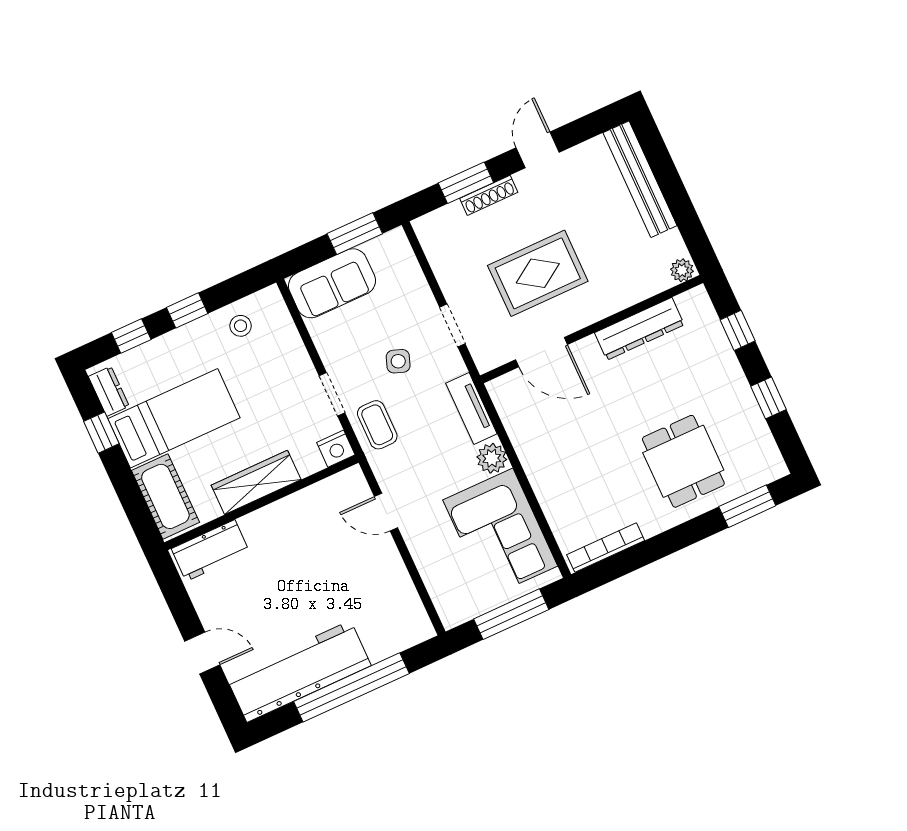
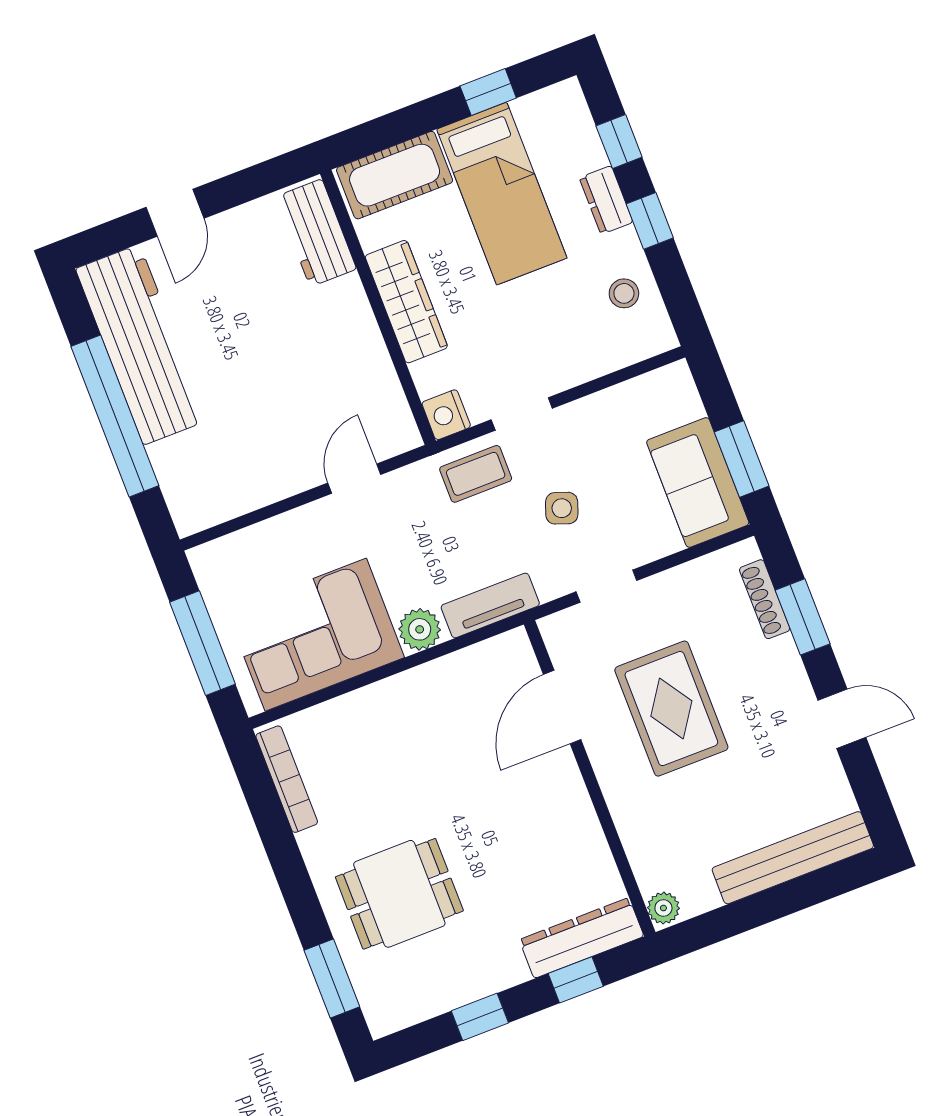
shoe rack: (489, 195) -> (765, 599), moved
sofa: (332, 283) -> (698, 482), moved
dresser: (639, 329) -> (582, 938), moved, turned 90
dresser: (109, 391) -> (606, 200), moved, turned 90

